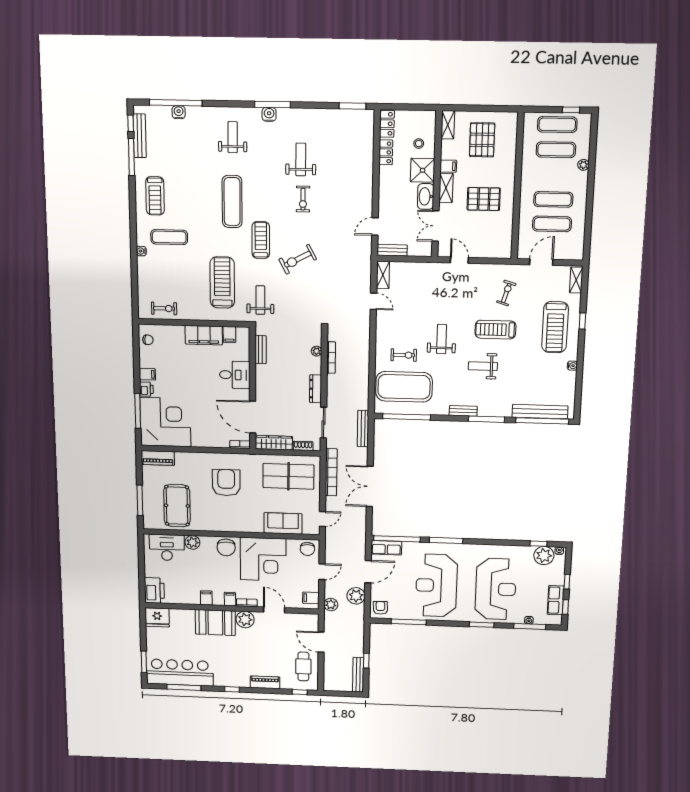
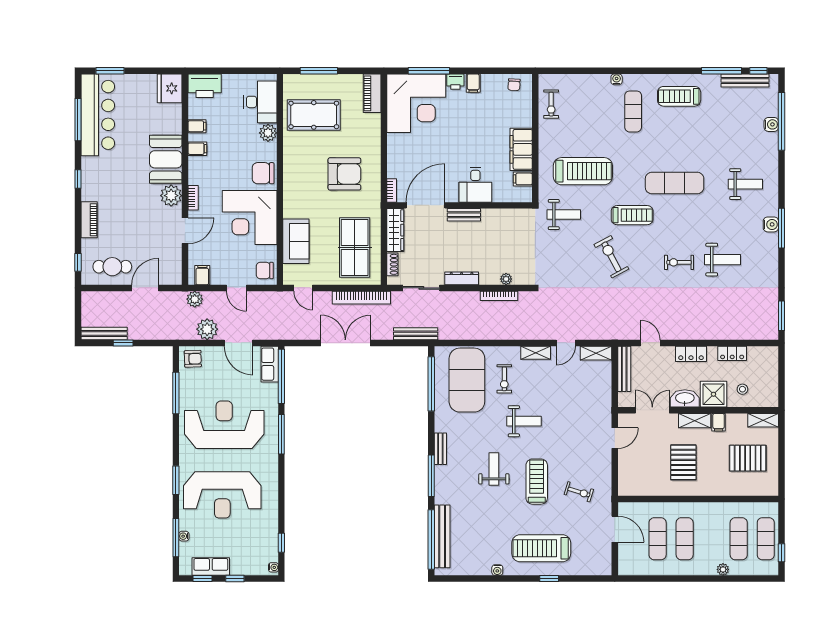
locker: (387, 124) -> (691, 354), moved
bench: (392, 250) -> (624, 369), width x1.36
shelving: (576, 280) -> (536, 353), moved
bench: (261, 350) -> (464, 215), moved
plant: (544, 556) -> (267, 550), removed
filing cabinet: (230, 599) -> (197, 126), moved

